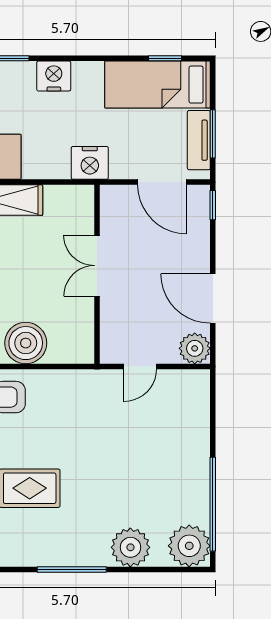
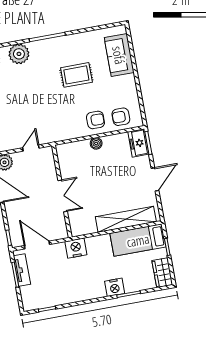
nightstand: (54, 76) -> (115, 287), moved
bed: (158, 85) -> (48, 295), removed
boiler: (26, 343) -> (96, 143), width x0.54, depth x0.54

